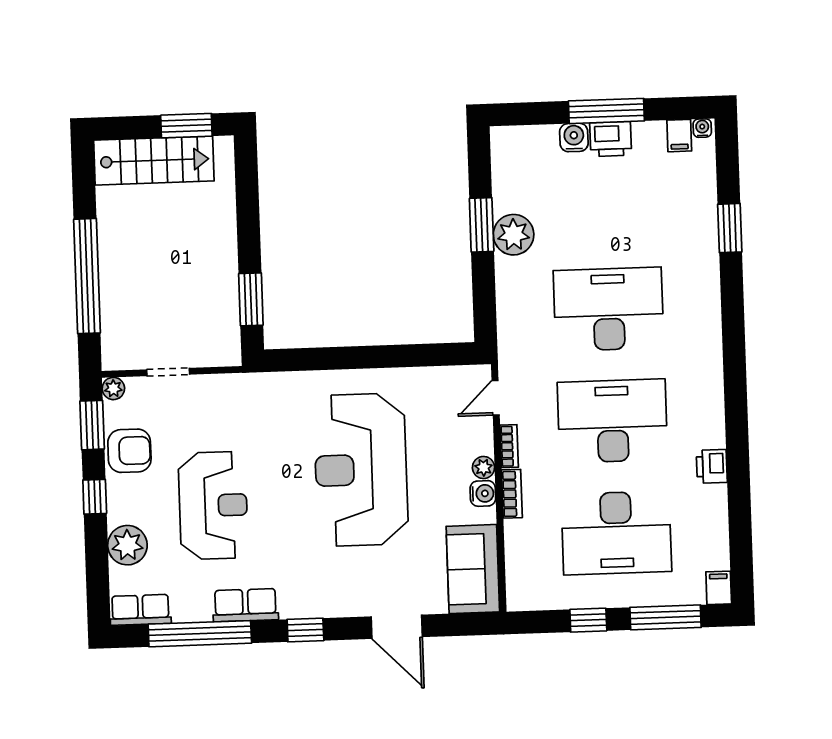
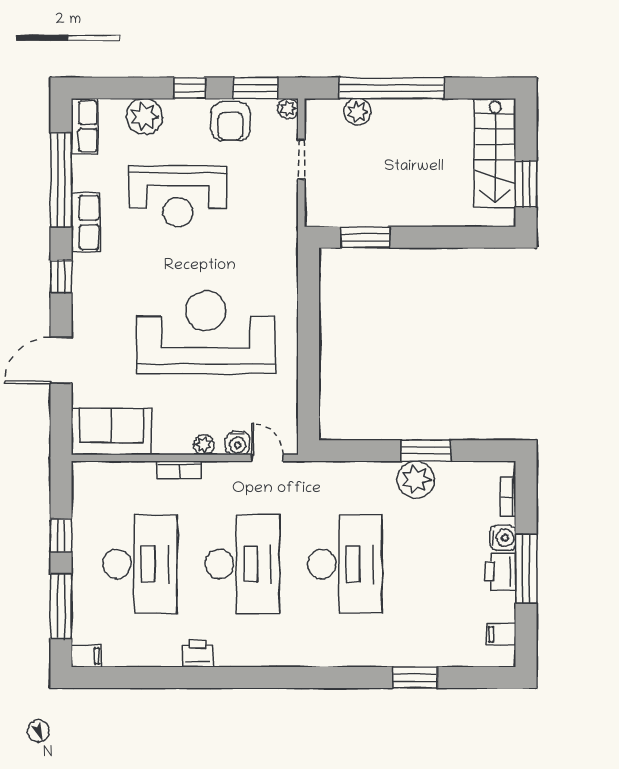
water cooler: (702, 128) -> (507, 656), removed
plant: (114, 312) -> (358, 112), added
bookcase: (509, 446) -> (508, 497), moved, turned 90
water cooler: (483, 493) -> (238, 443), moved
desk: (616, 533) -> (140, 564), turned 180

